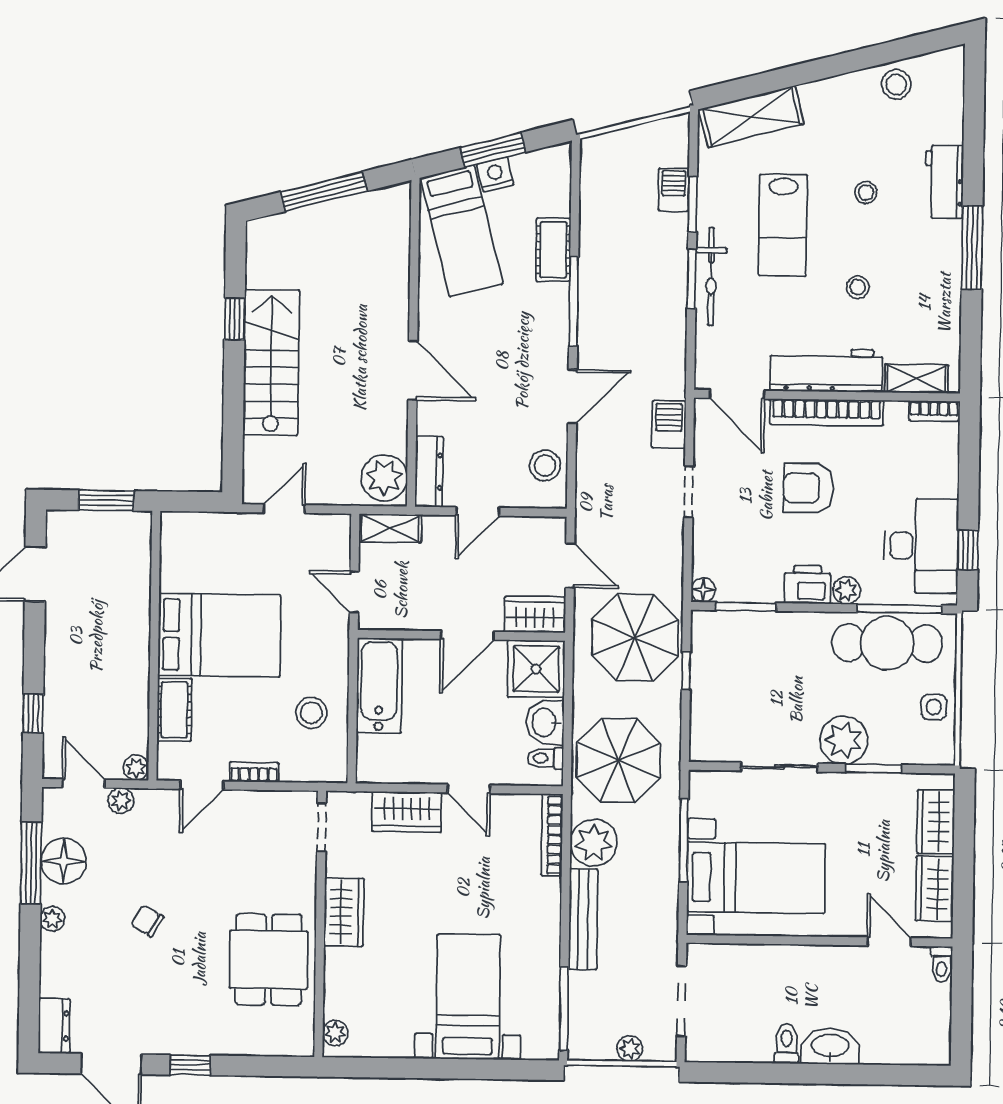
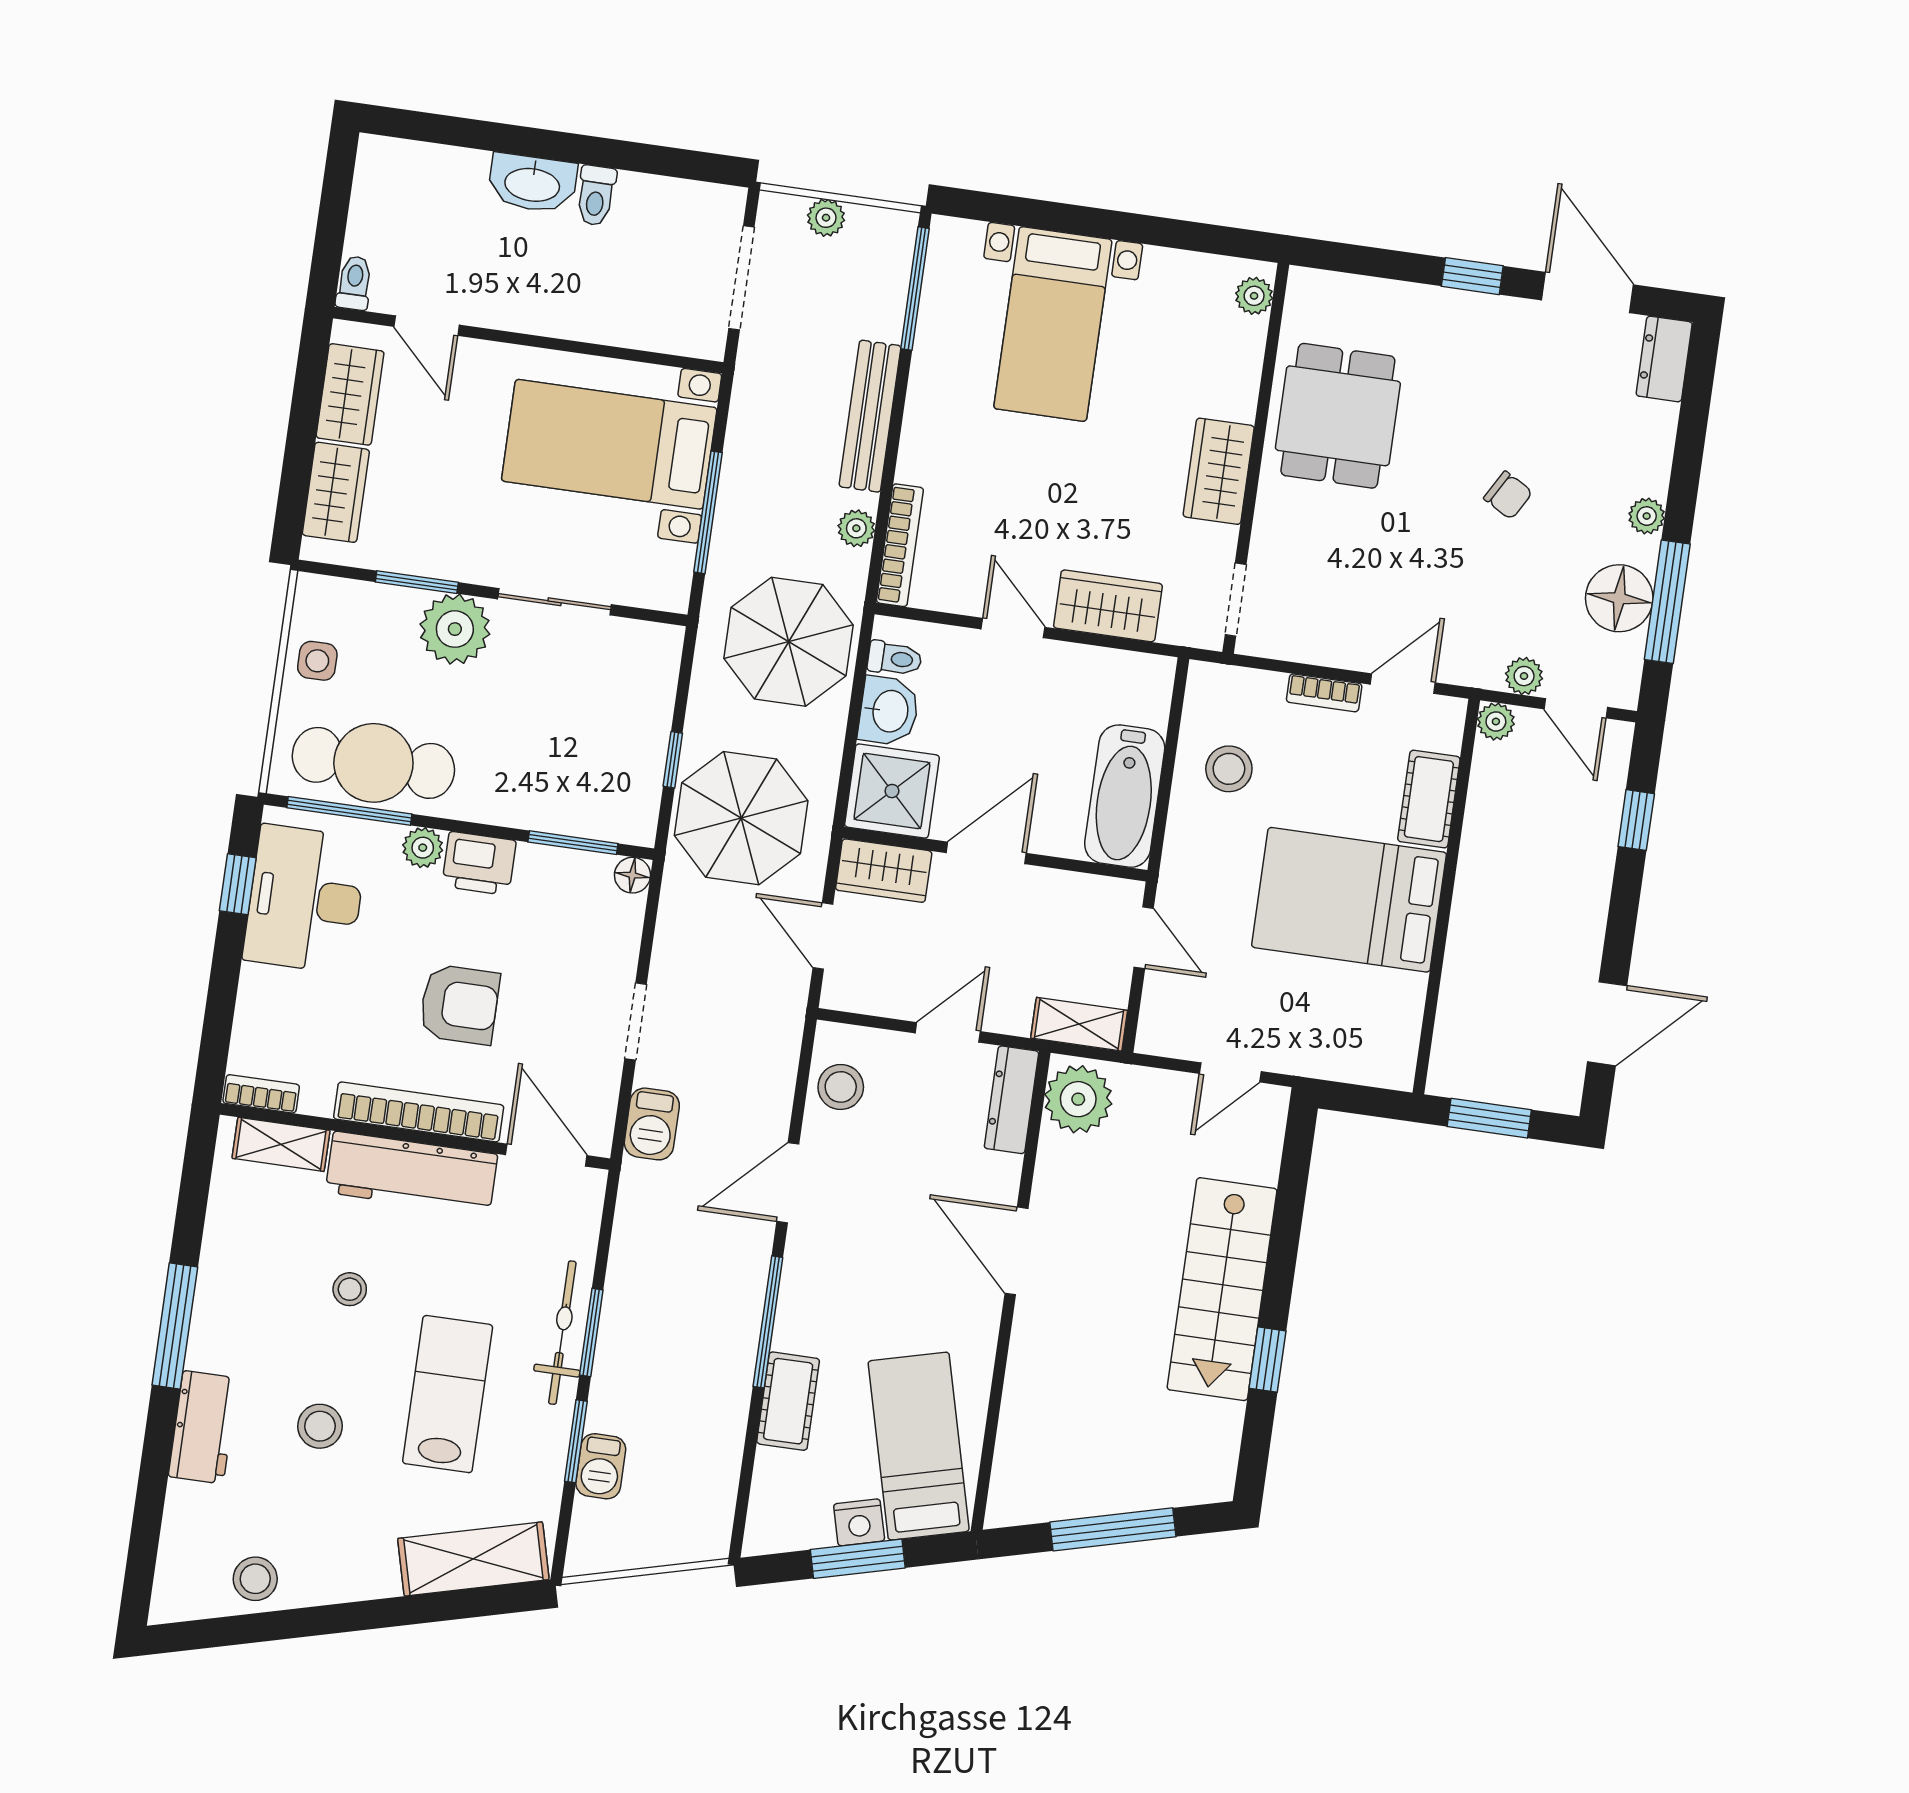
stool: (866, 193) -> (320, 1426), width x1.37, depth x1.37
plant: (594, 843) -> (856, 528), width x0.53, depth x0.53

